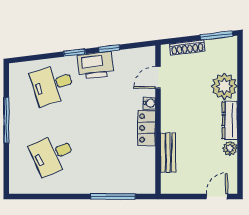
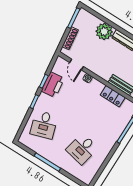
printer: (95, 65) -> (53, 85), moved
locker: (147, 128) -> (113, 96), moved
desk: (52, 154) -> (82, 149), turned 36

